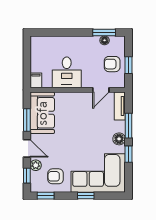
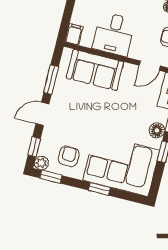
sofa: (42, 113) -> (95, 70), moved, turned 90
door: (27, 148) -> (42, 114), swing flipped
plant: (36, 165) -> (41, 163), moved
armchair: (56, 176) -> (69, 156), turned 90

